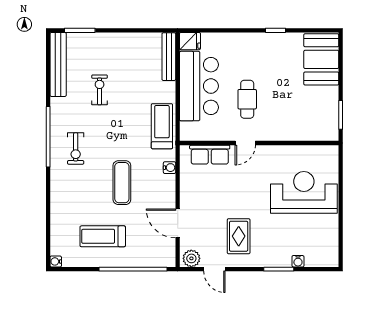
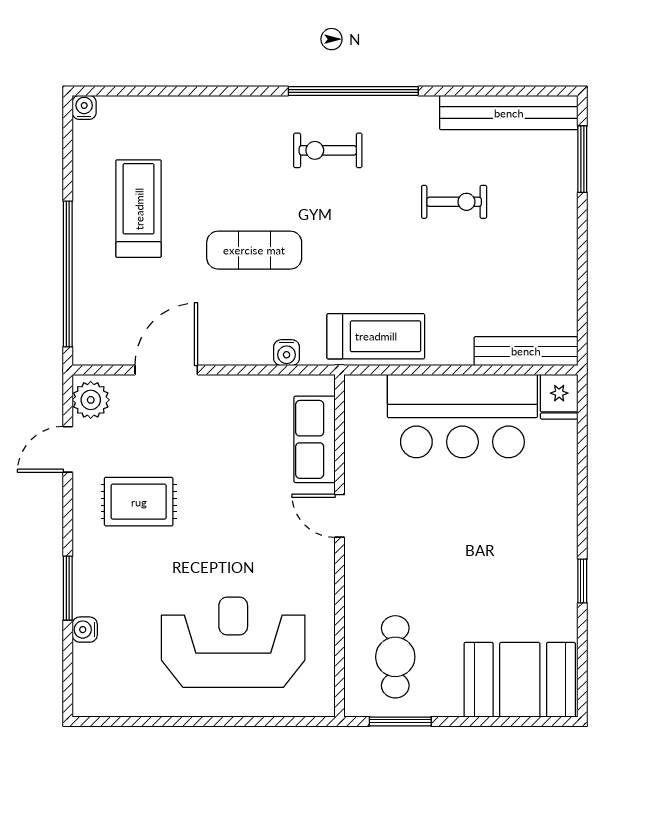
cafe table: (247, 99) -> (395, 657), moved, turned 90
reception desk: (304, 192) -> (233, 642), turned -90

